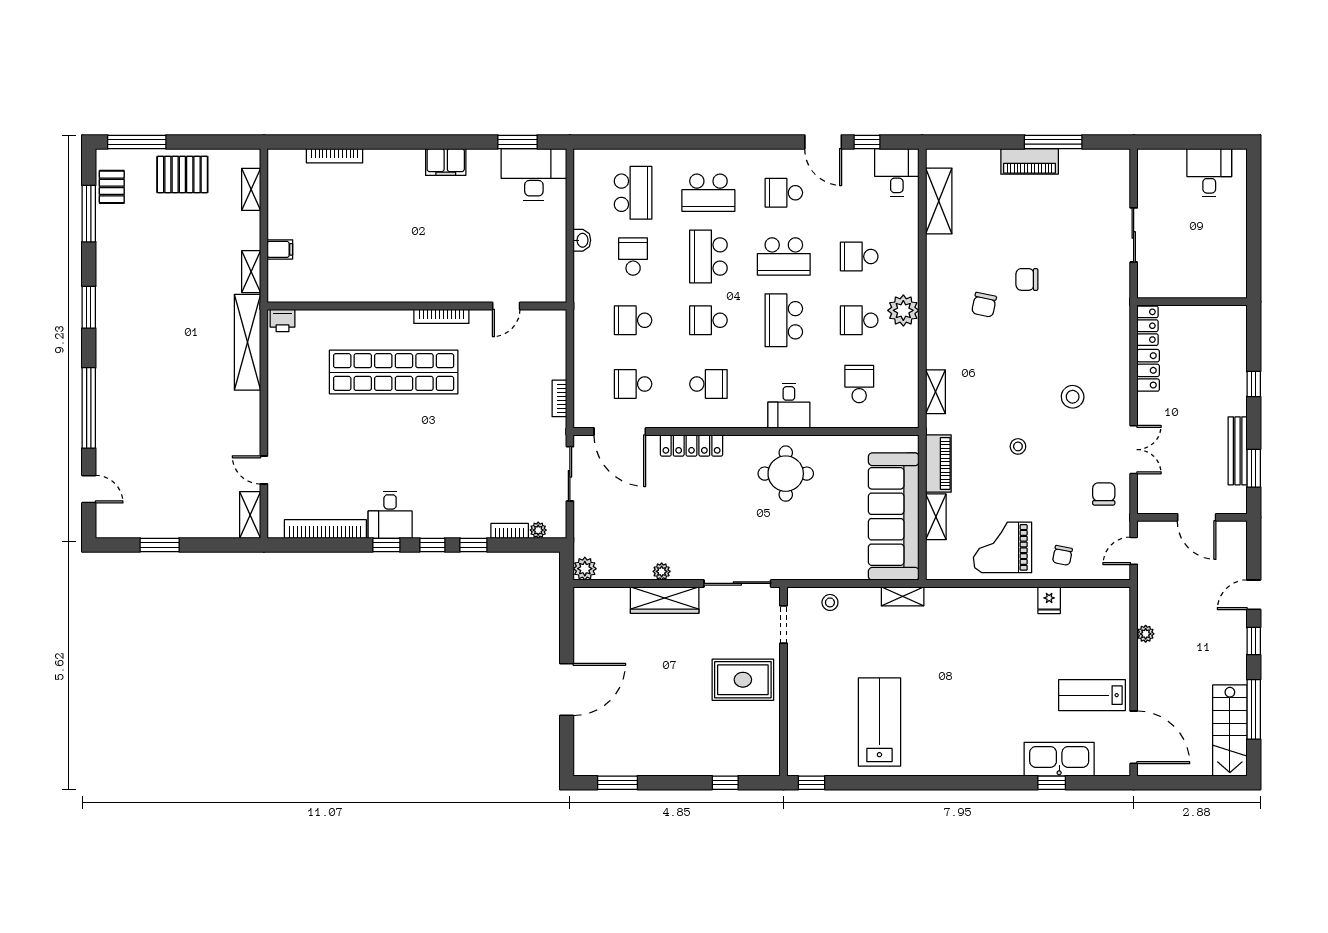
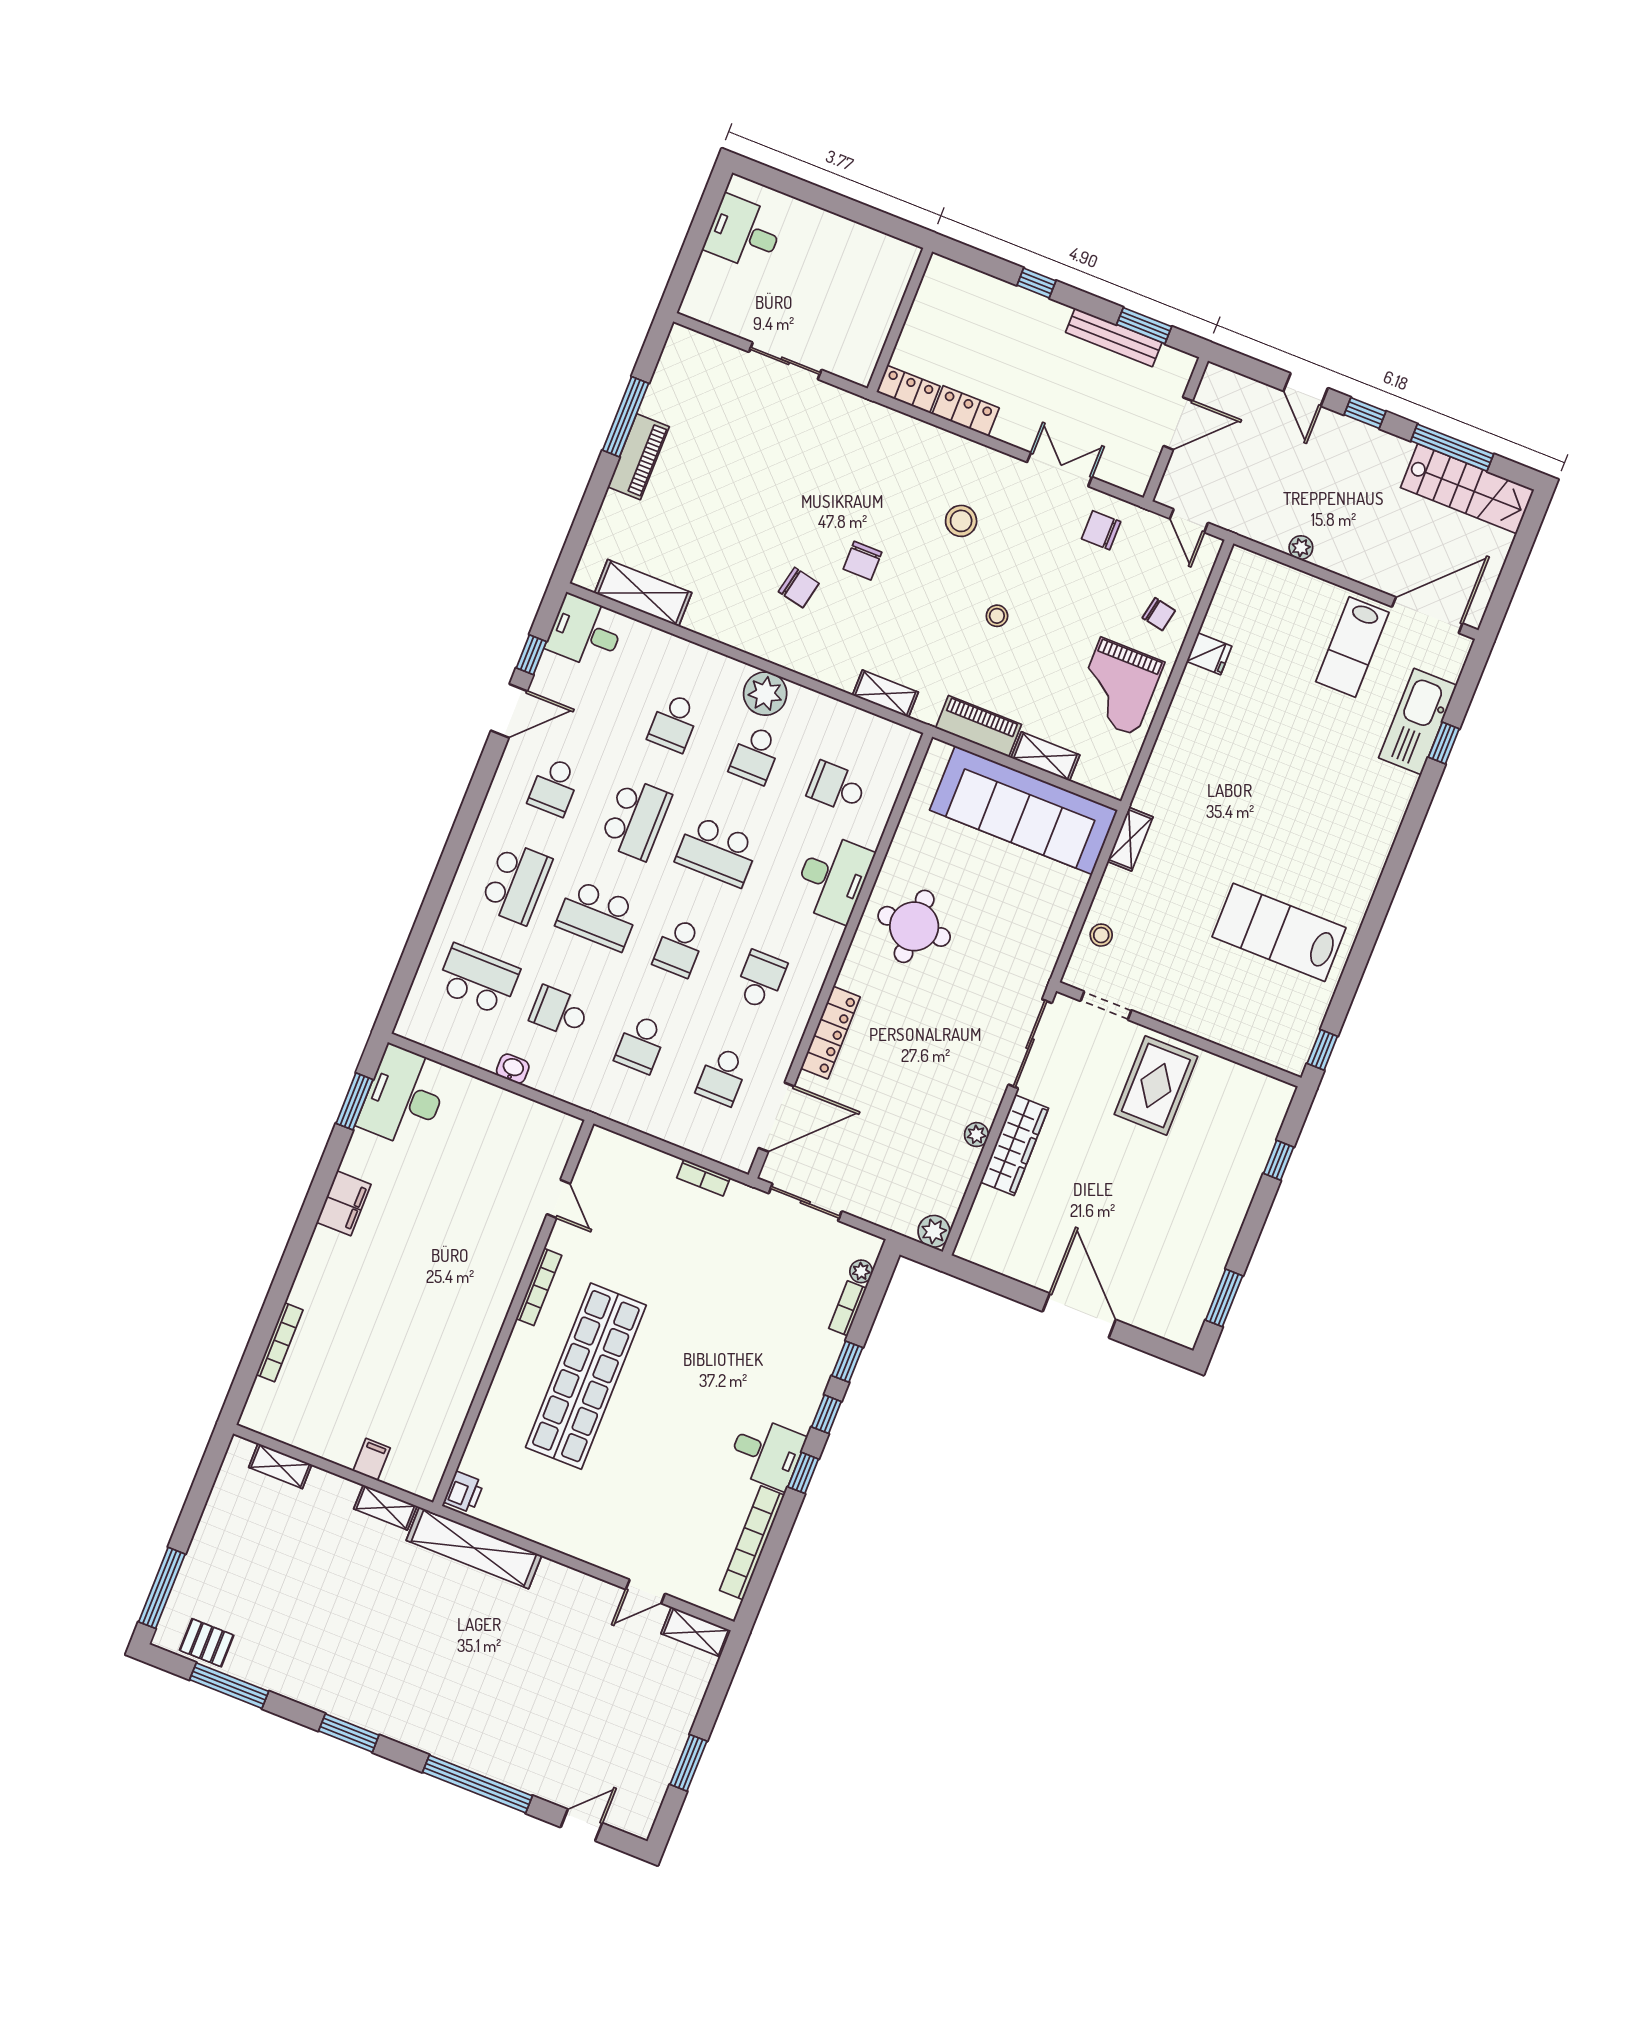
pallet: (182, 174) -> (227, 1546), removed
chair: (1027, 279) -> (862, 561), moved
desk: (789, 406) -> (833, 878), width x1.37

